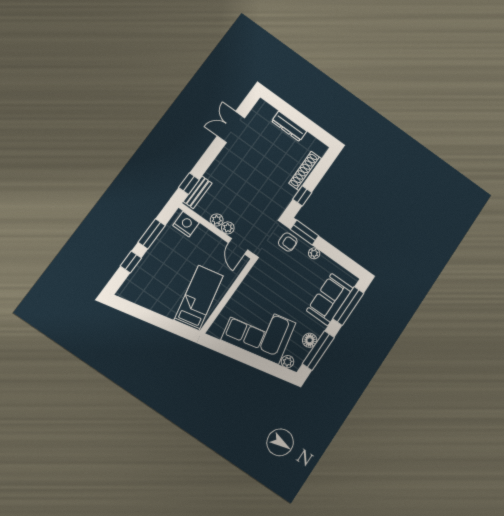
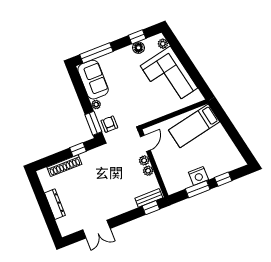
nightstand: (186, 224) -> (198, 176), moved, turned -90
sofa: (330, 299) -> (93, 80), moved, turned -90
window: (318, 351) -> (137, 37), width x0.46

